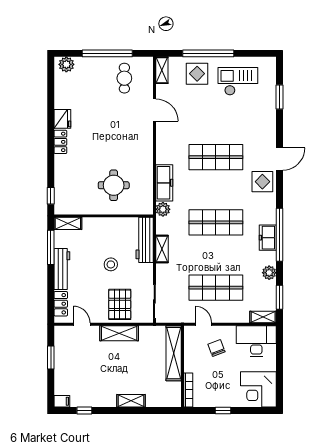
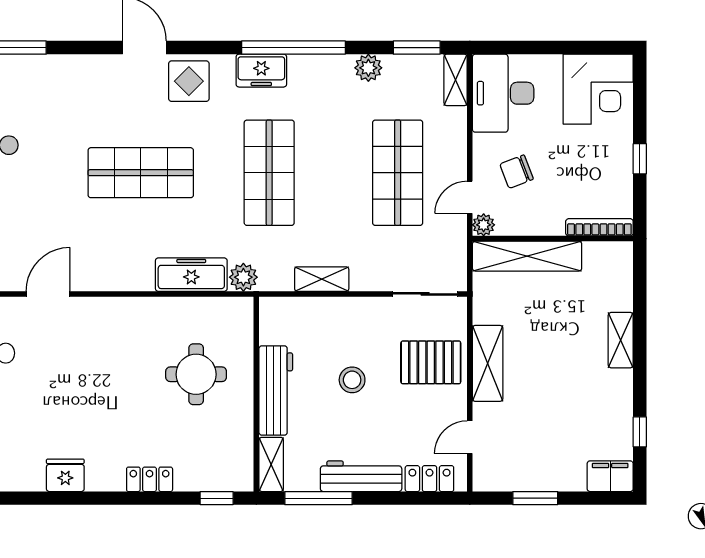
locker: (60, 142) -> (150, 479), moved
shop shelf: (216, 157) -> (141, 173), turned 90
freezer: (268, 238) -> (261, 71), moved
workbench: (145, 240) -> (276, 390), moved, turned -90
plant: (189, 331) -> (484, 225), added
filing cabinet: (62, 401) -> (610, 476), width x2.00

